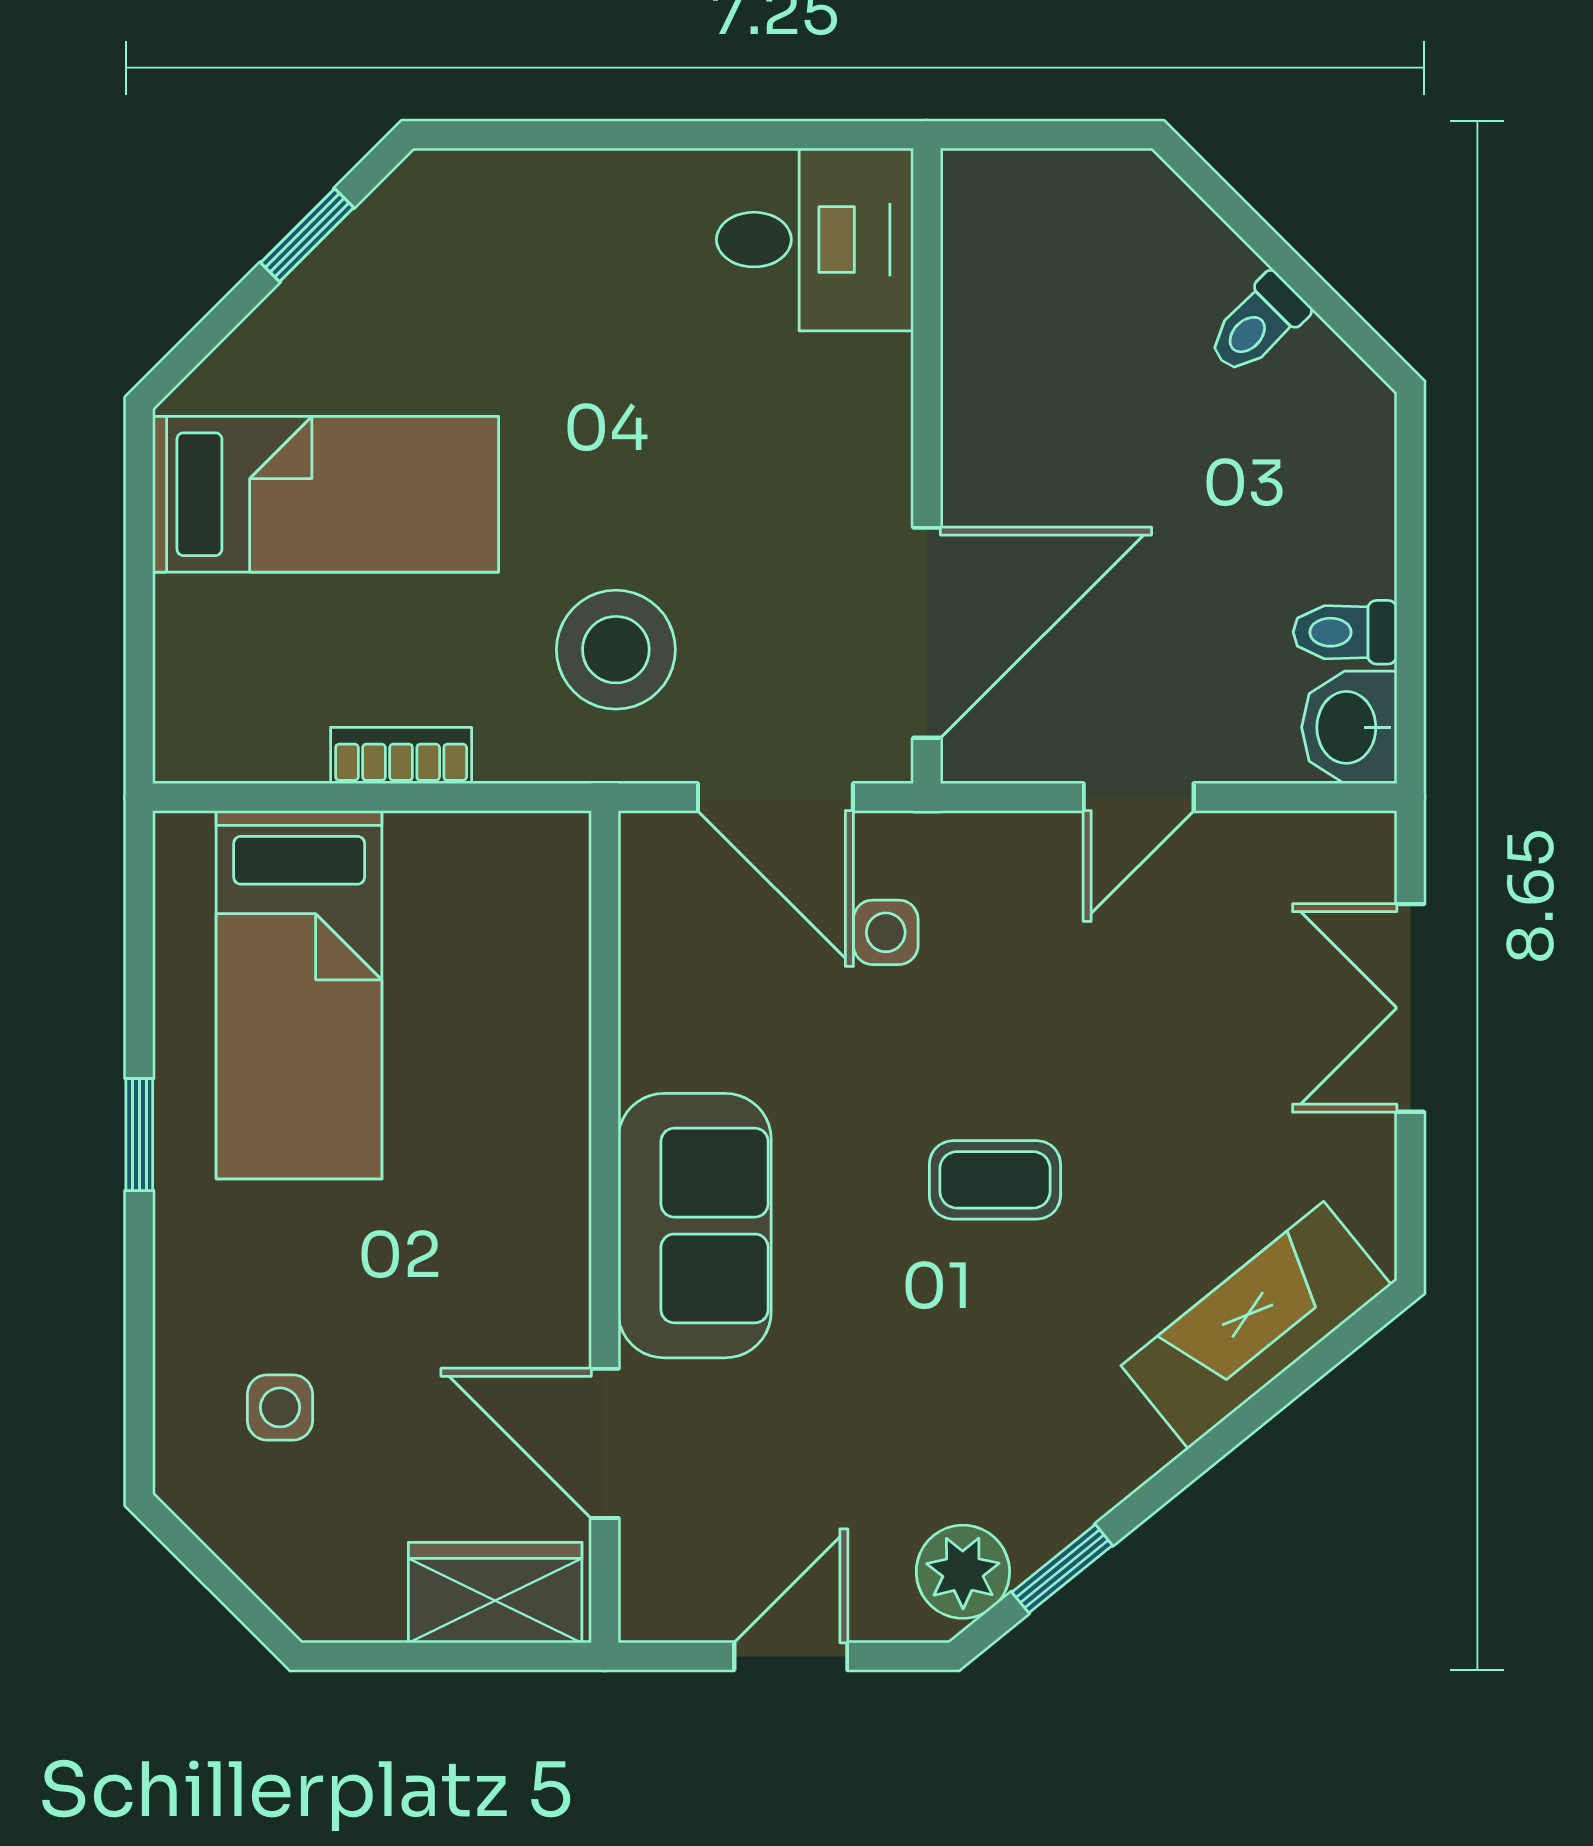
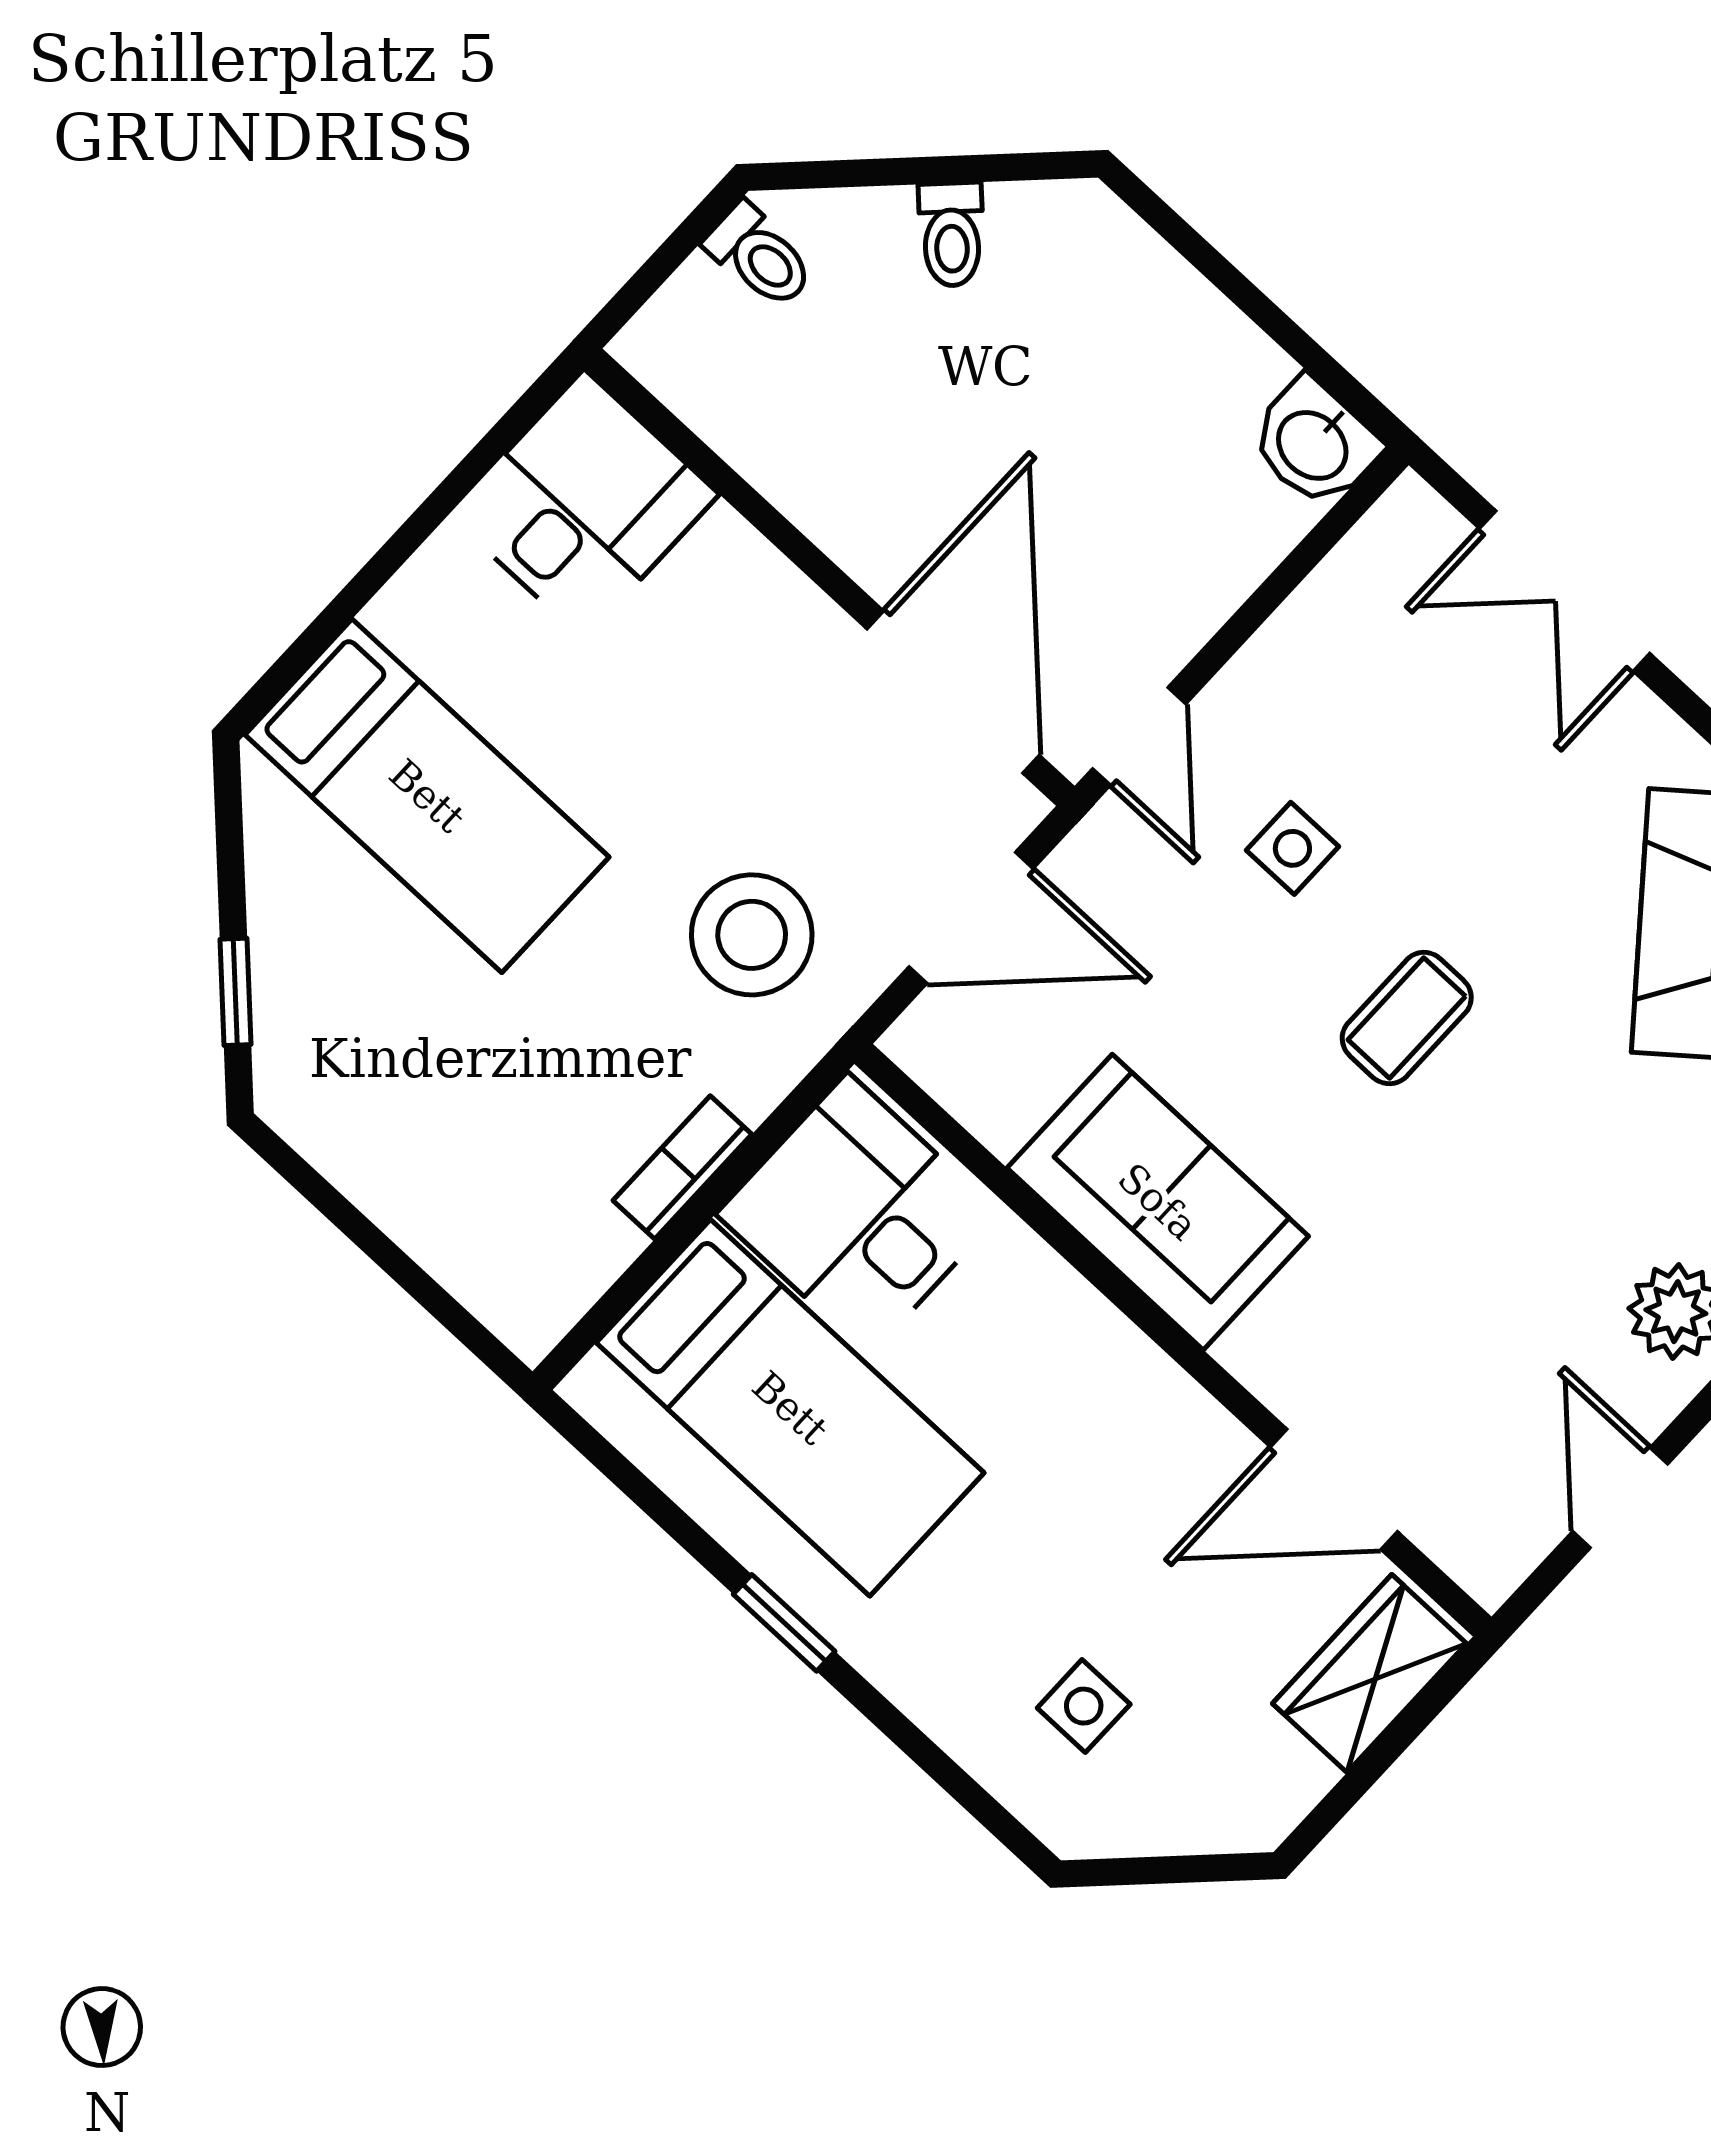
window: (307, 235) -> (235, 992), moved
bed: (326, 494) -> (427, 796), moved, turned 90
toilet: (1345, 632) -> (760, 256), moved, turned -90
door: (1139, 797) -> (1139, 736), moved
desk: (485, 914) -> (858, 1214), added
side table: (886, 932) -> (1292, 848), moved
sofa: (695, 1226) -> (1158, 1202), moved

